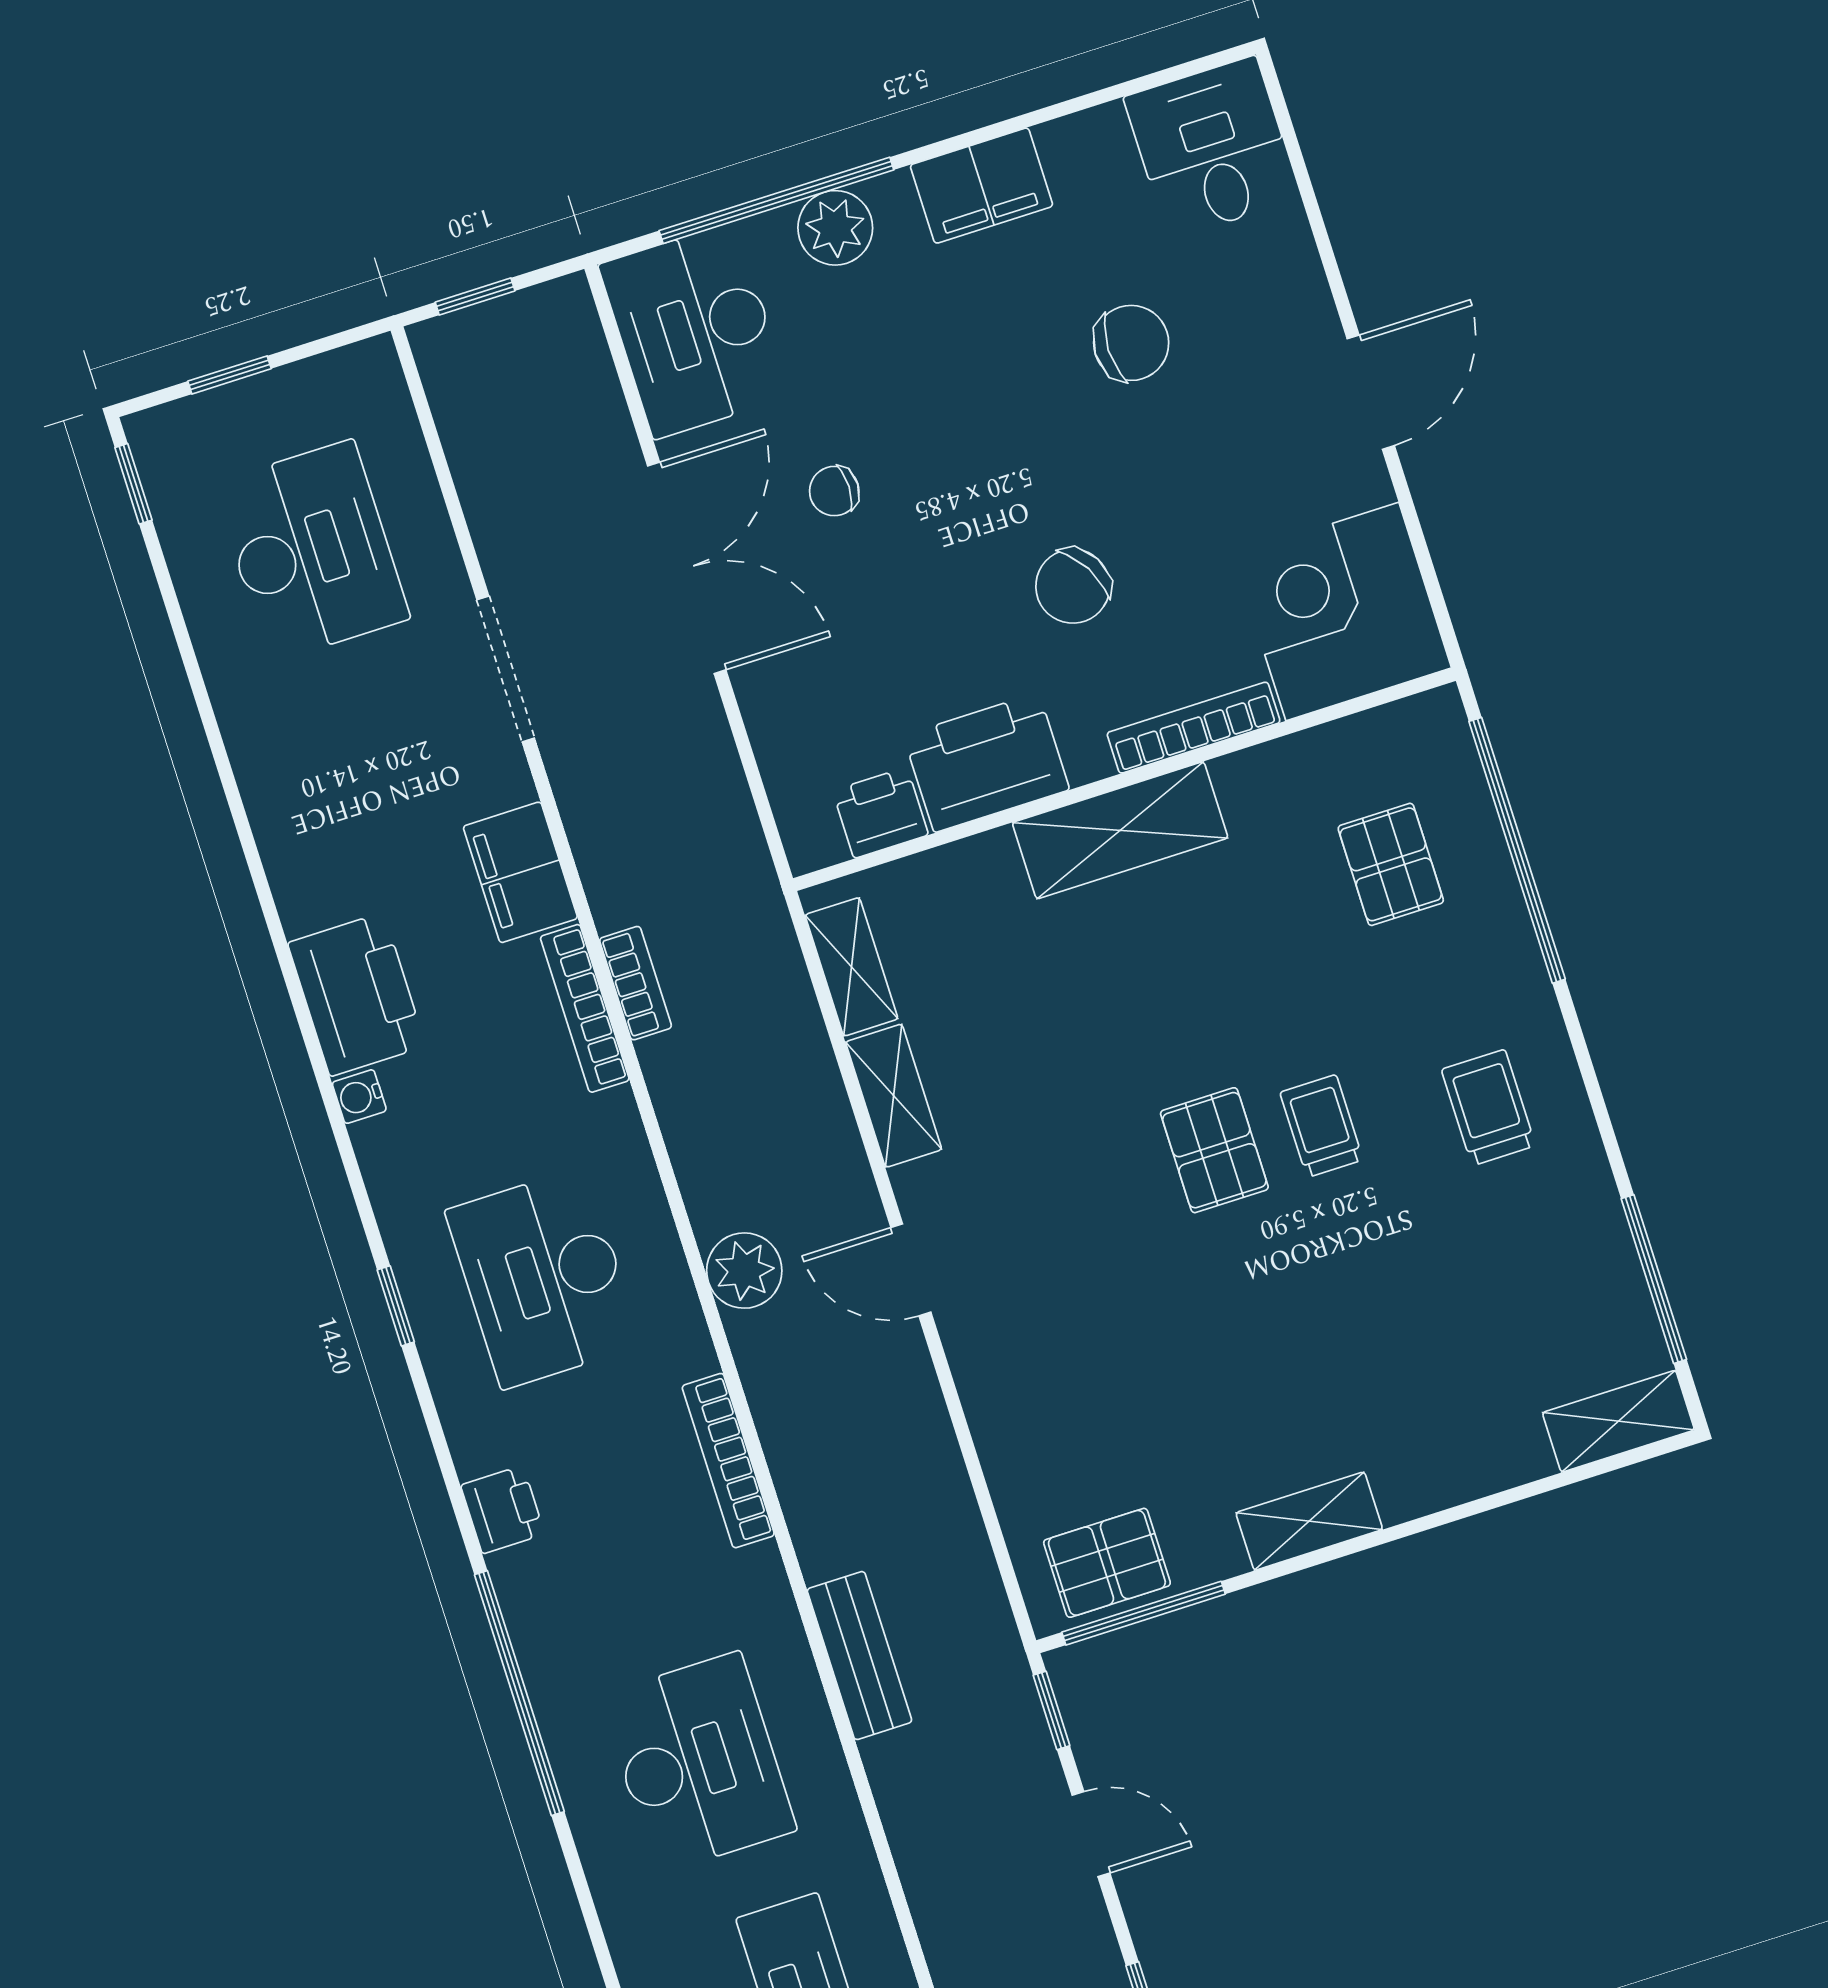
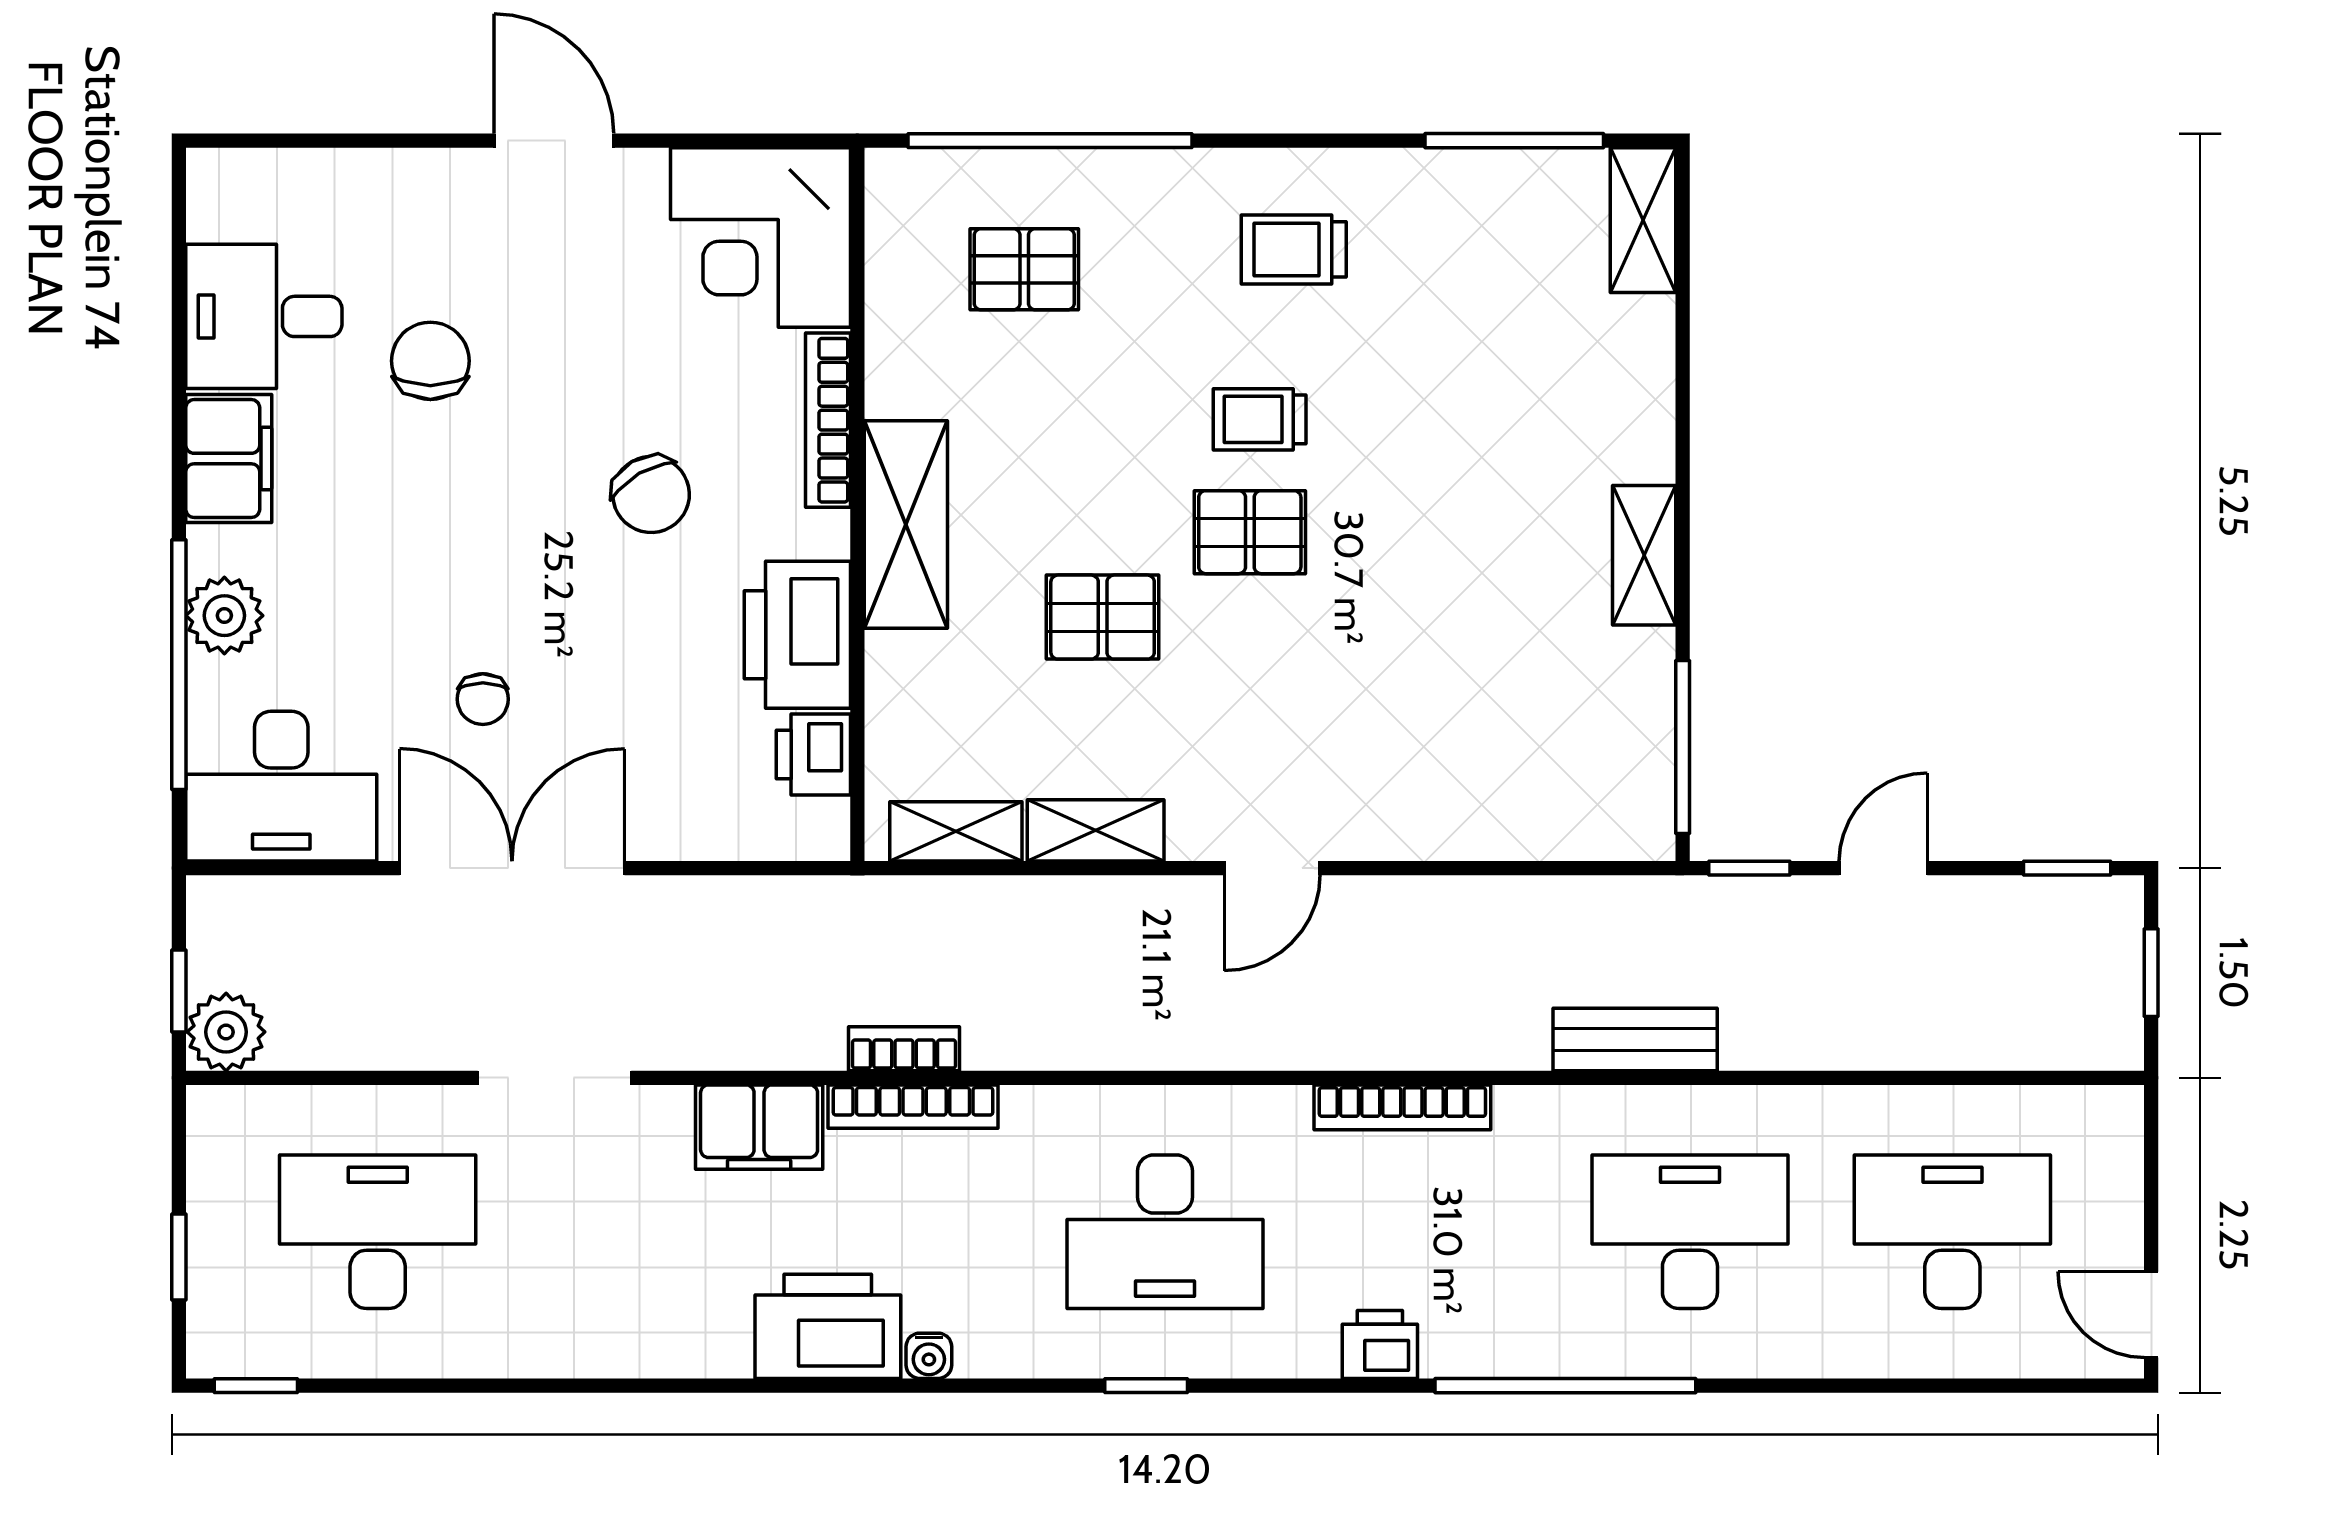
desk: (1212, 148) -> (264, 316), moved
plant: (744, 1271) -> (226, 1032), moved
pallet: (1107, 1563) -> (1103, 617), moved, turned 90

